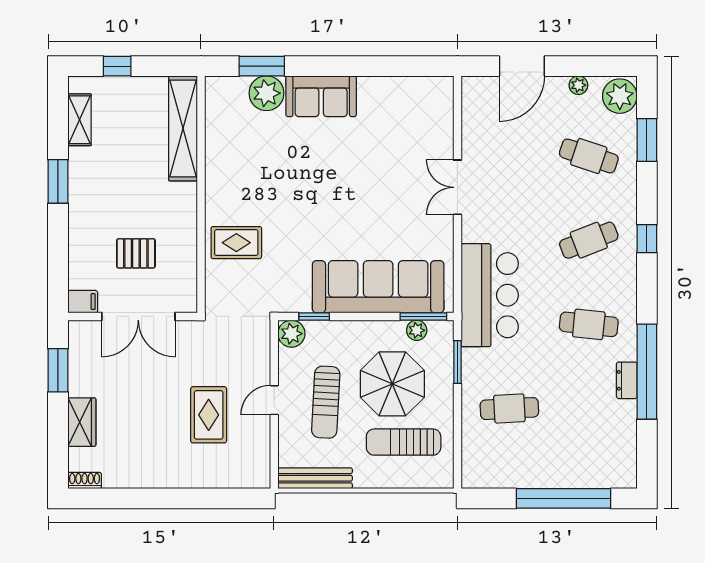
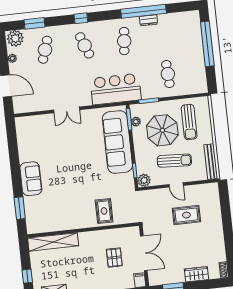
plant: (267, 93) -> (32, 205), removed

